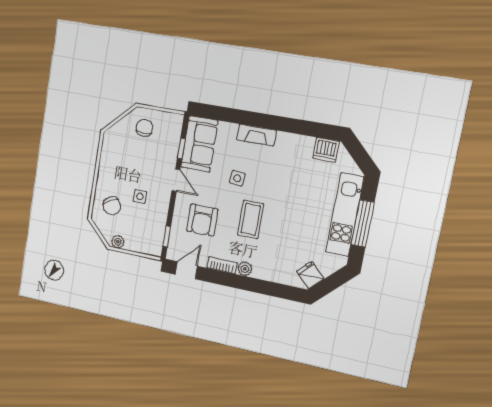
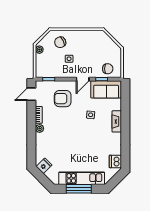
chair: (144, 128) -> (108, 69), moved
coffee table: (251, 219) -> (69, 127), removed
door: (186, 270) -> (31, 94), swing flipped

